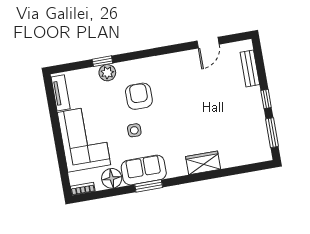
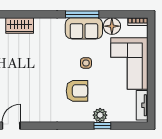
armchair: (139, 96) -> (77, 91), turned -90
wardrobe: (203, 163) -> (20, 26), moved
window: (149, 186) -> (82, 14), width x1.44

